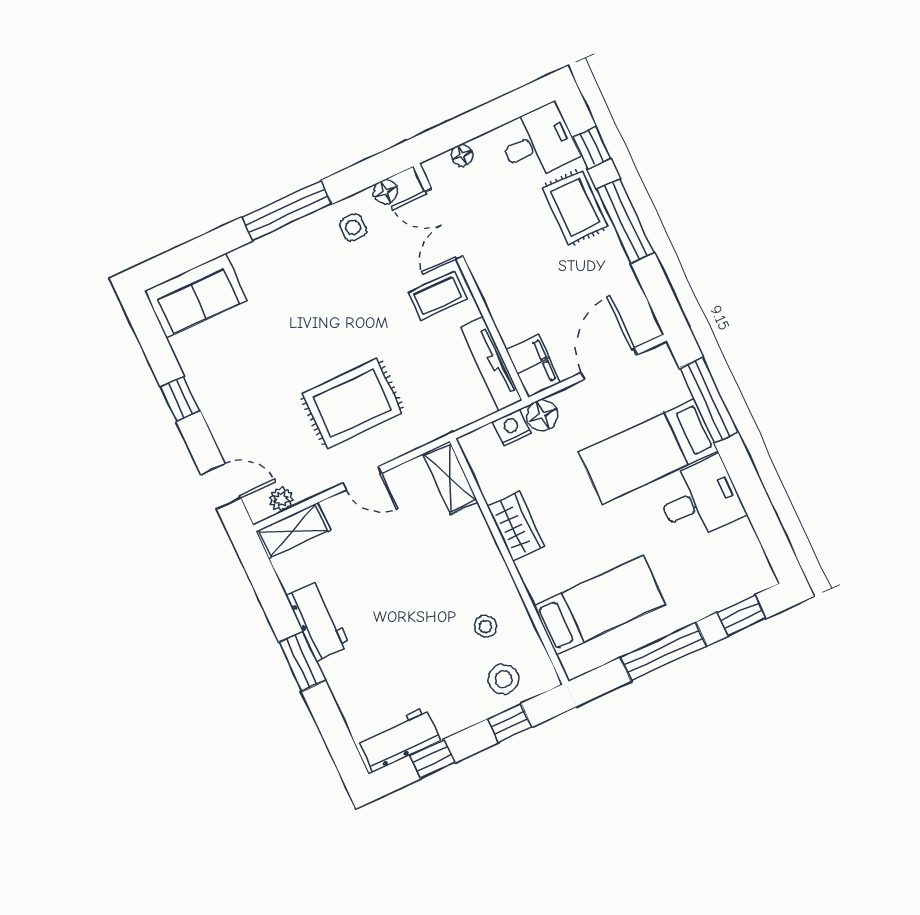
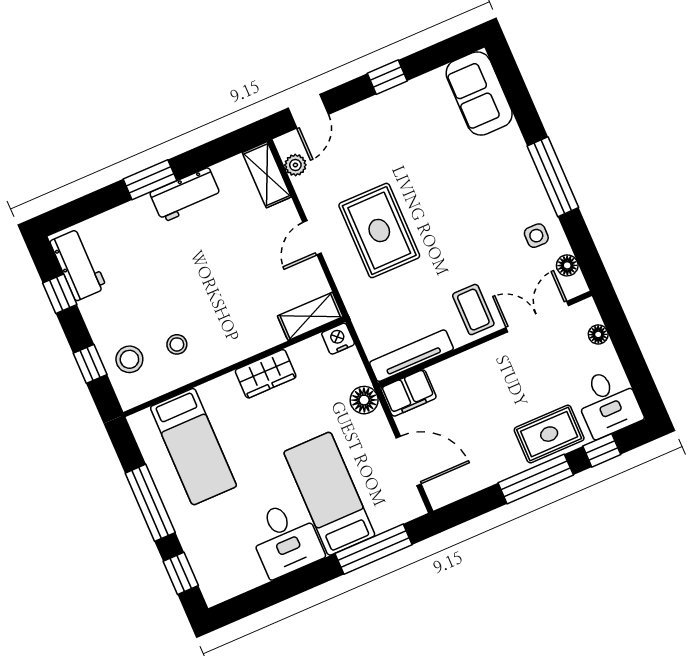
nightstand: (512, 428) -> (338, 339), moved, turned -90

